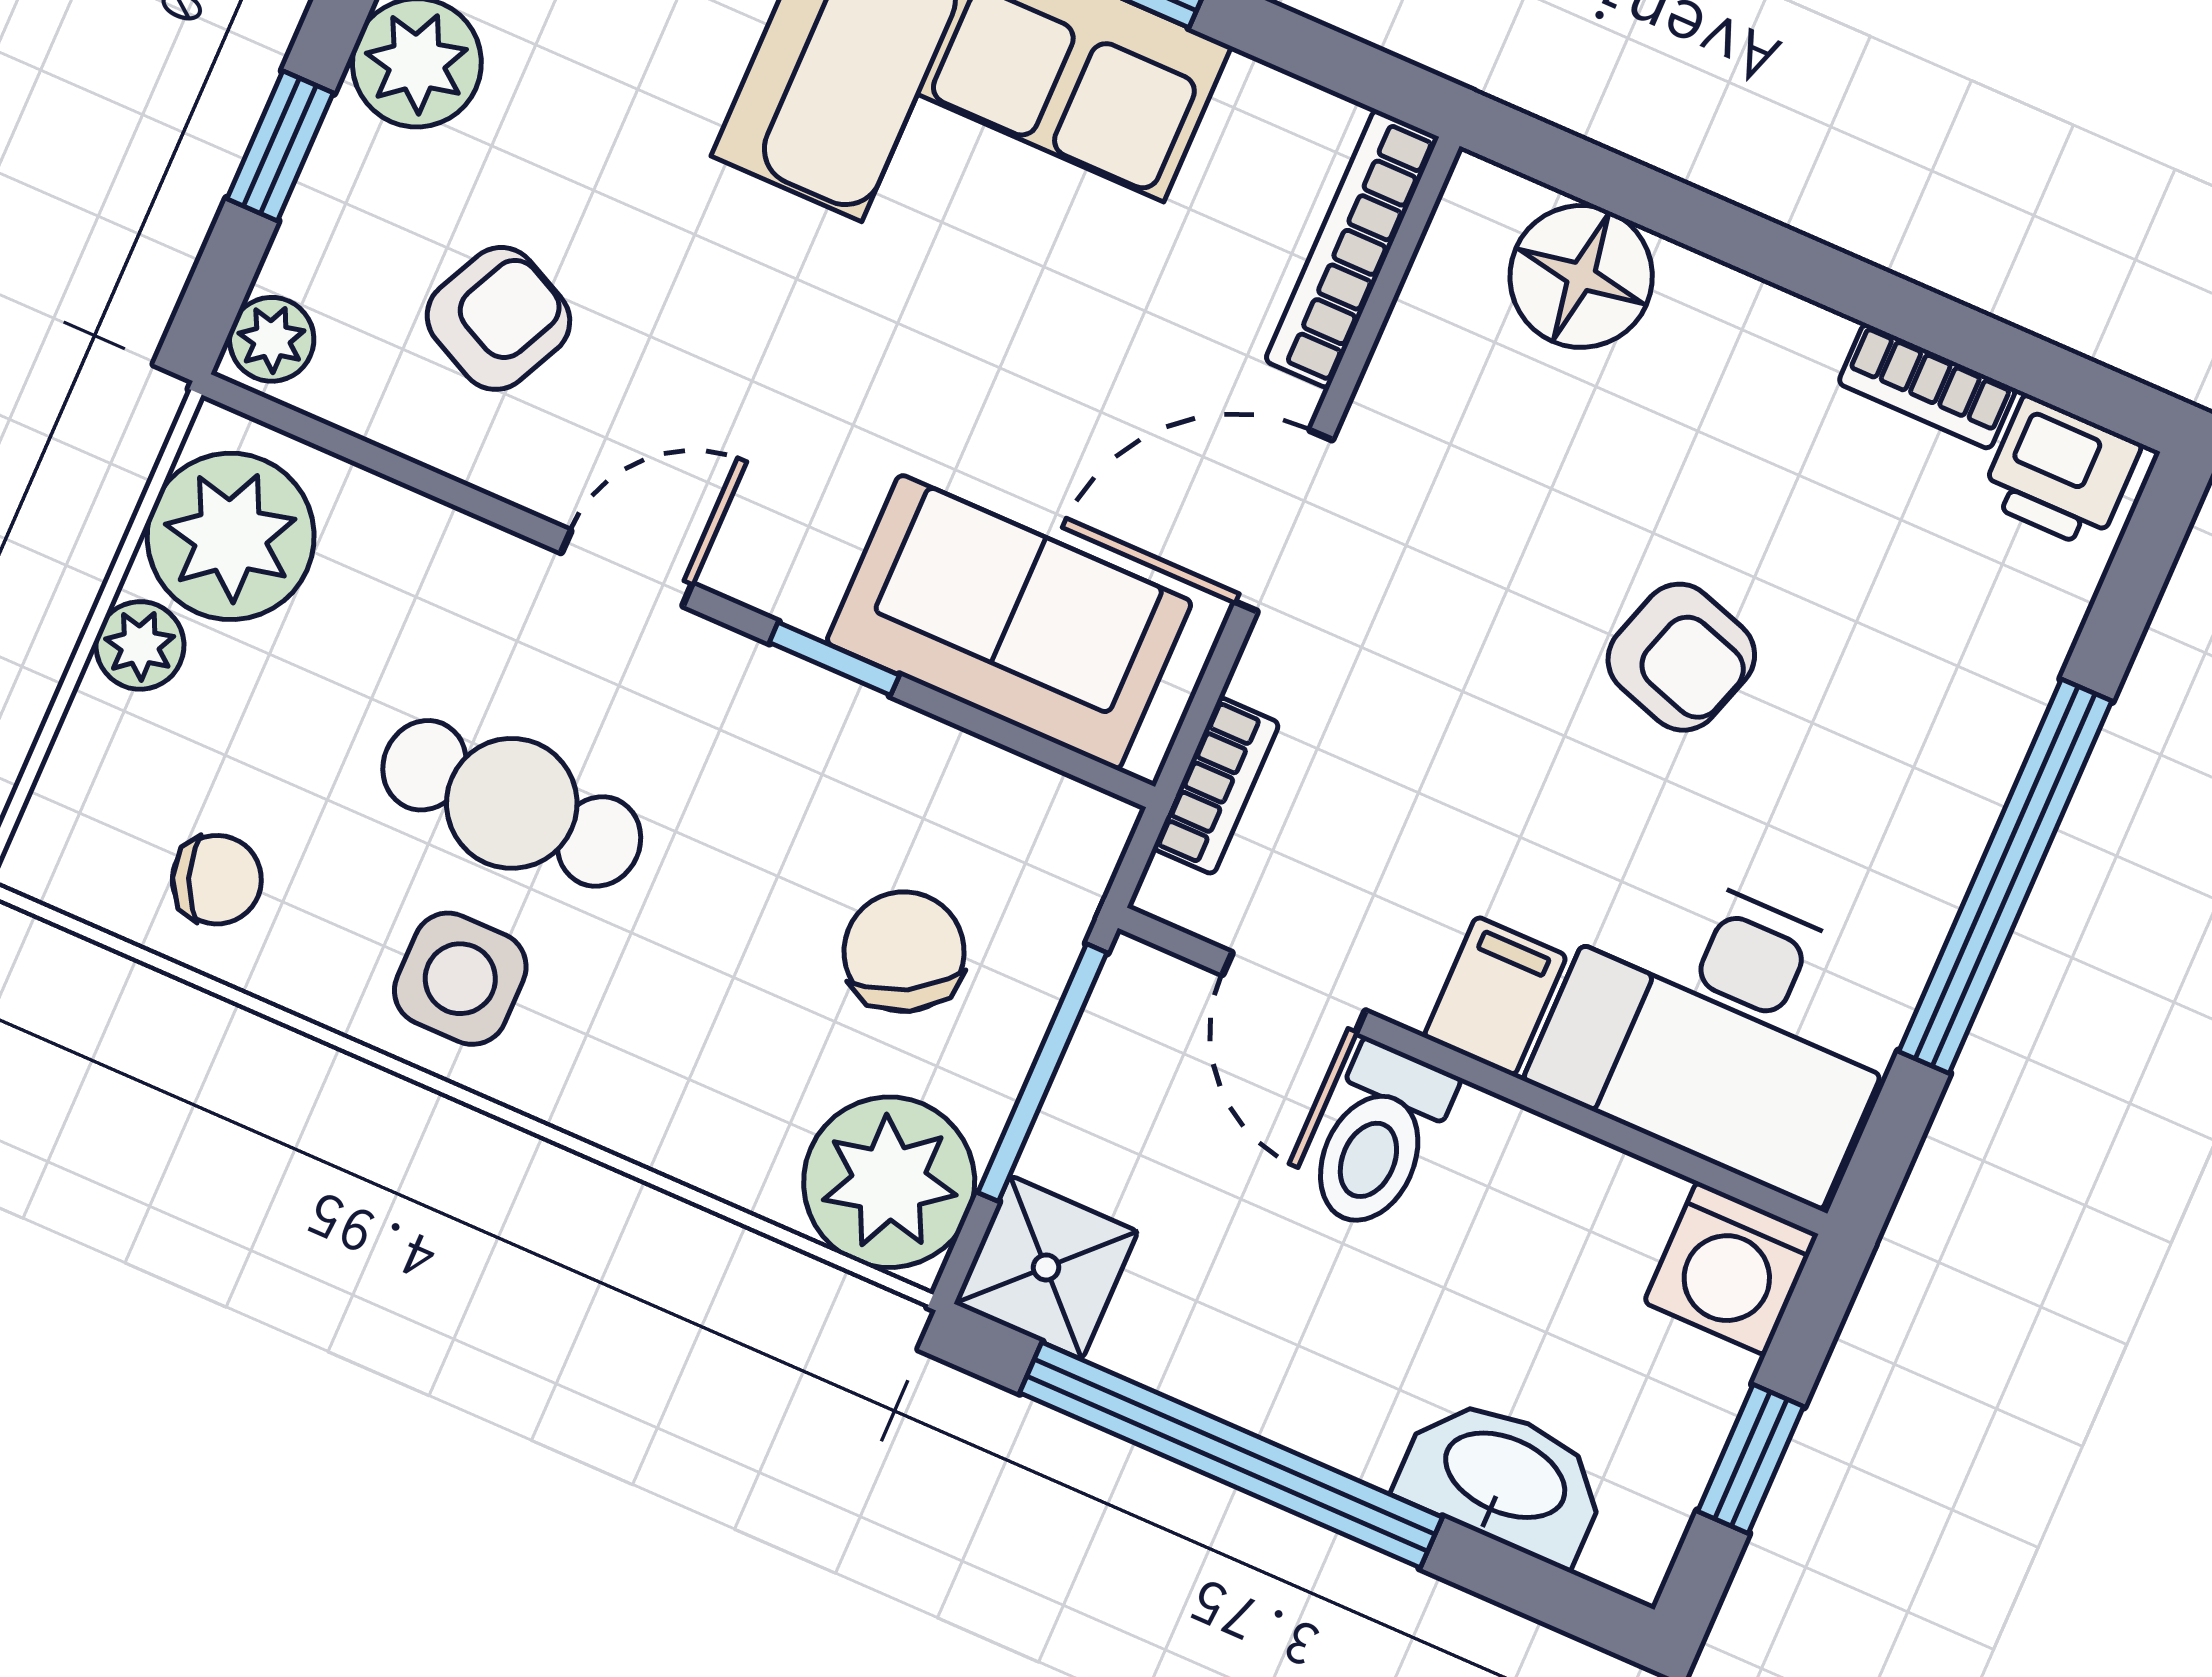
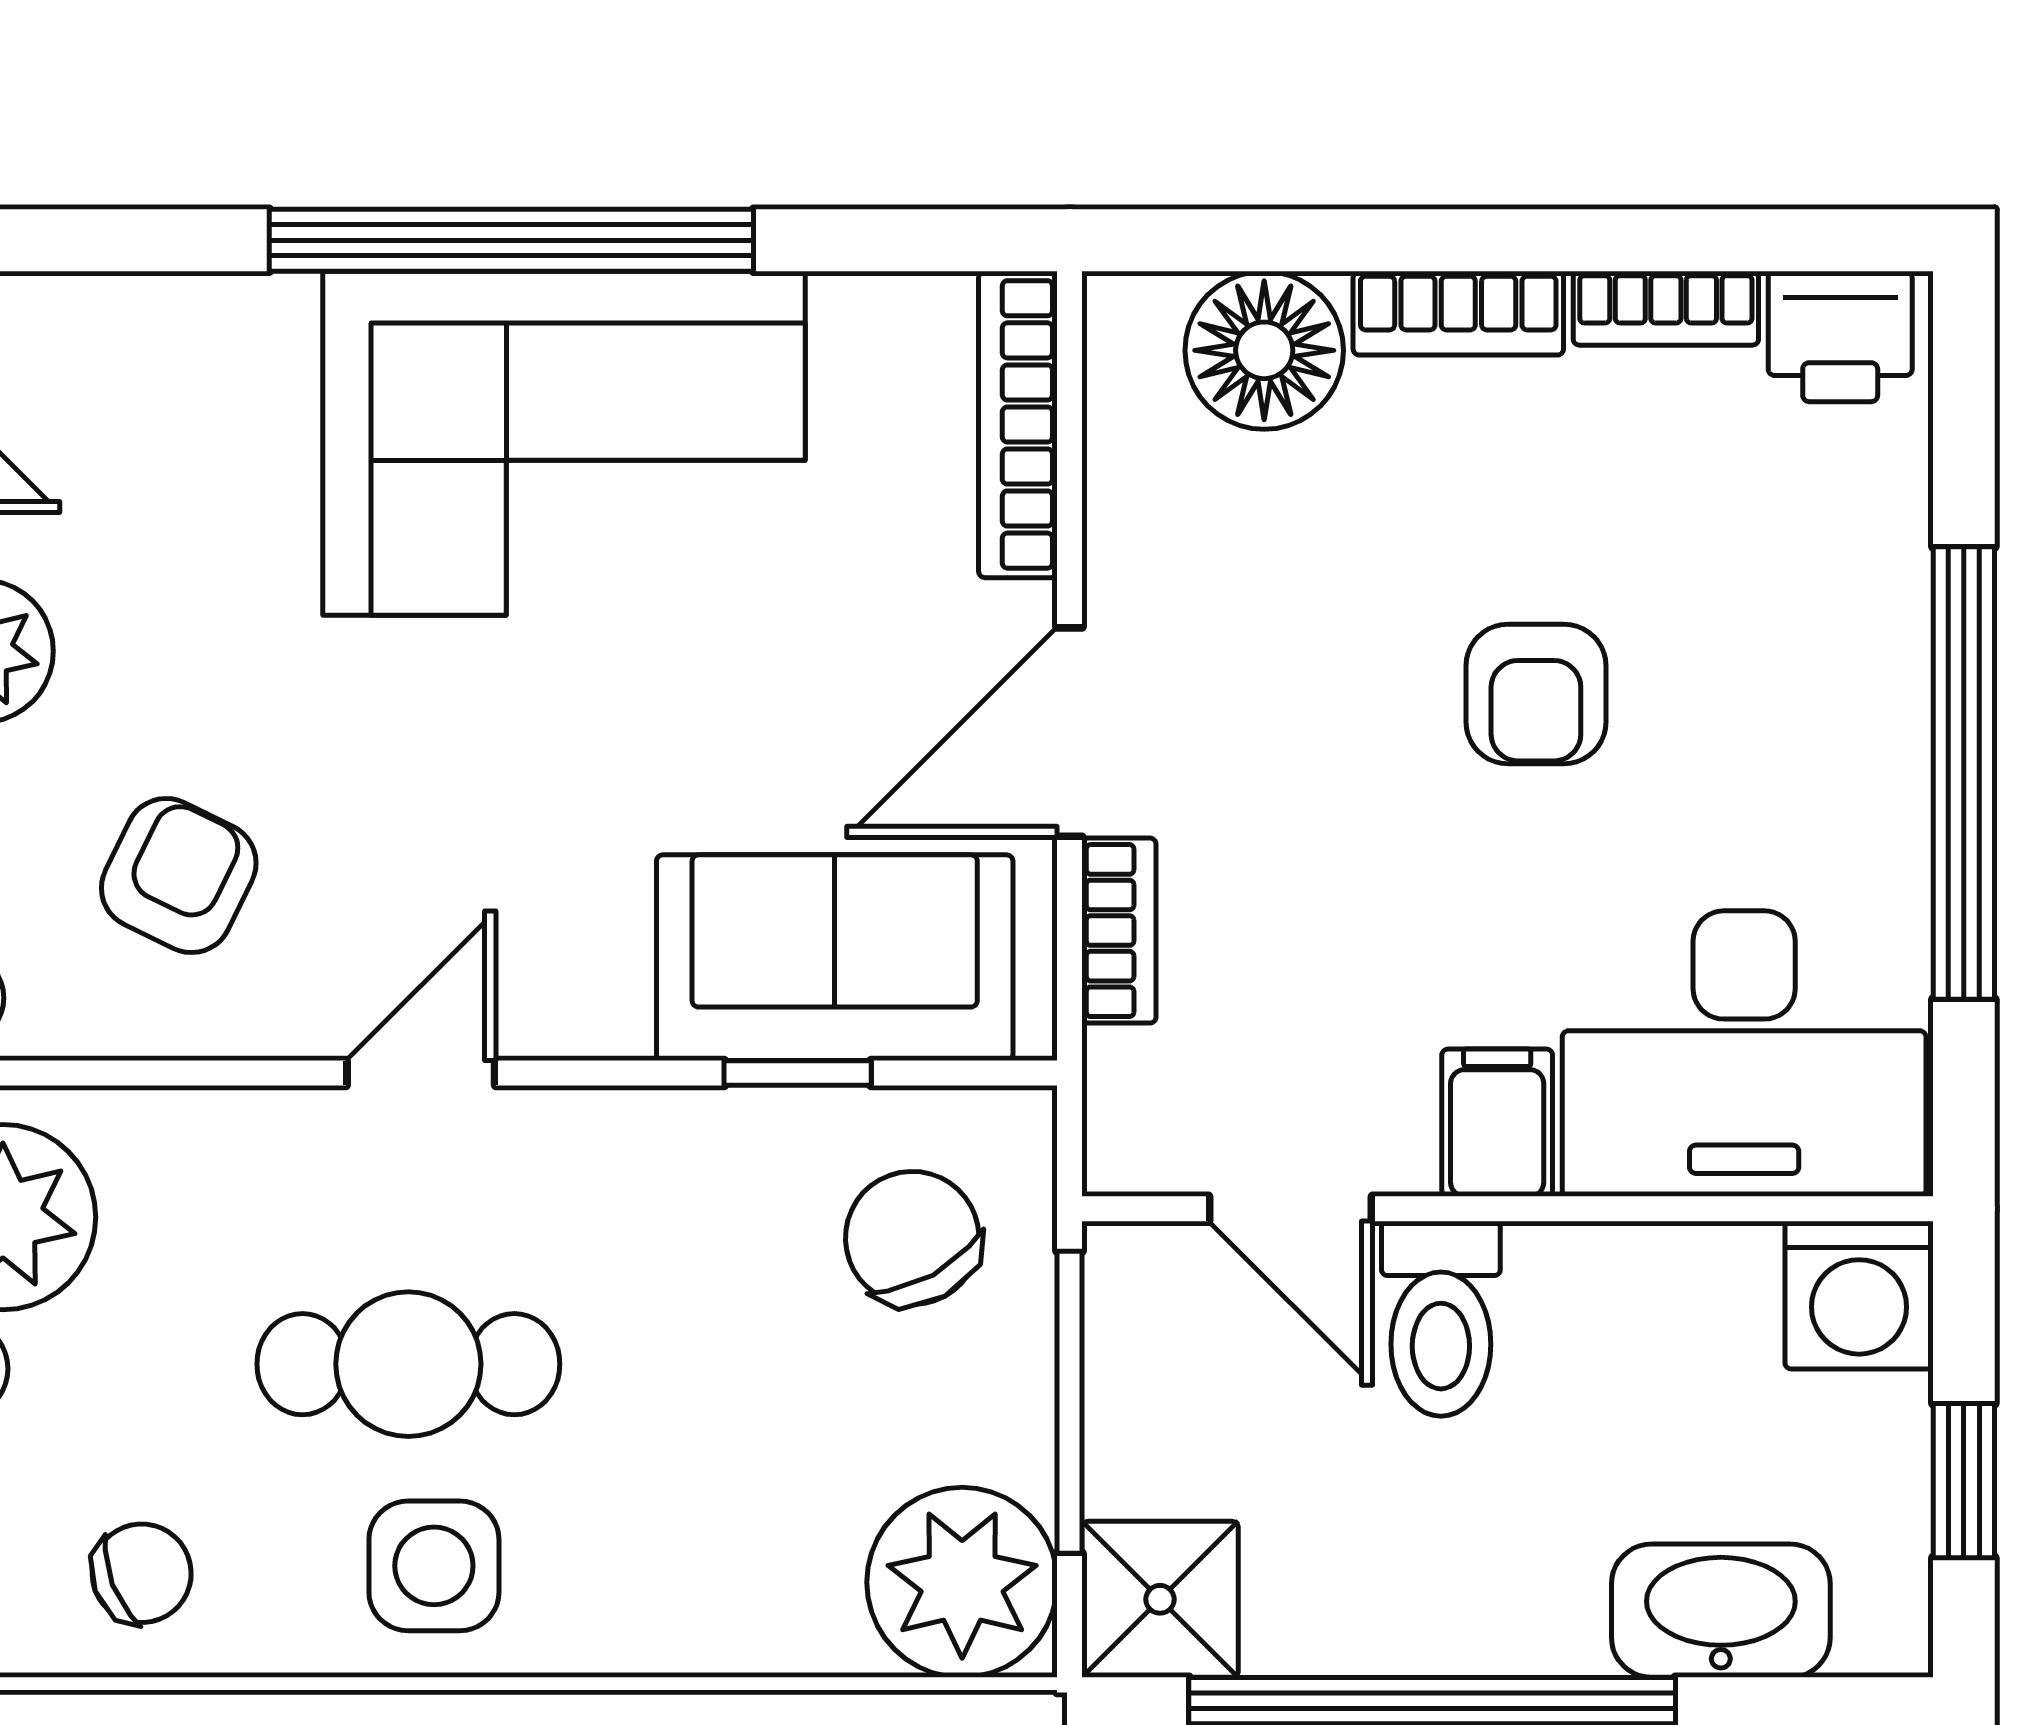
bookcase: (1754, 316) -> (1458, 313), added
armchair: (1681, 657) -> (1536, 694), turned 72
window: (834, 659) -> (798, 1073), moved
bookcase: (1216, 786) -> (1119, 931), moved
chair: (904, 952) -> (912, 1238), moved

